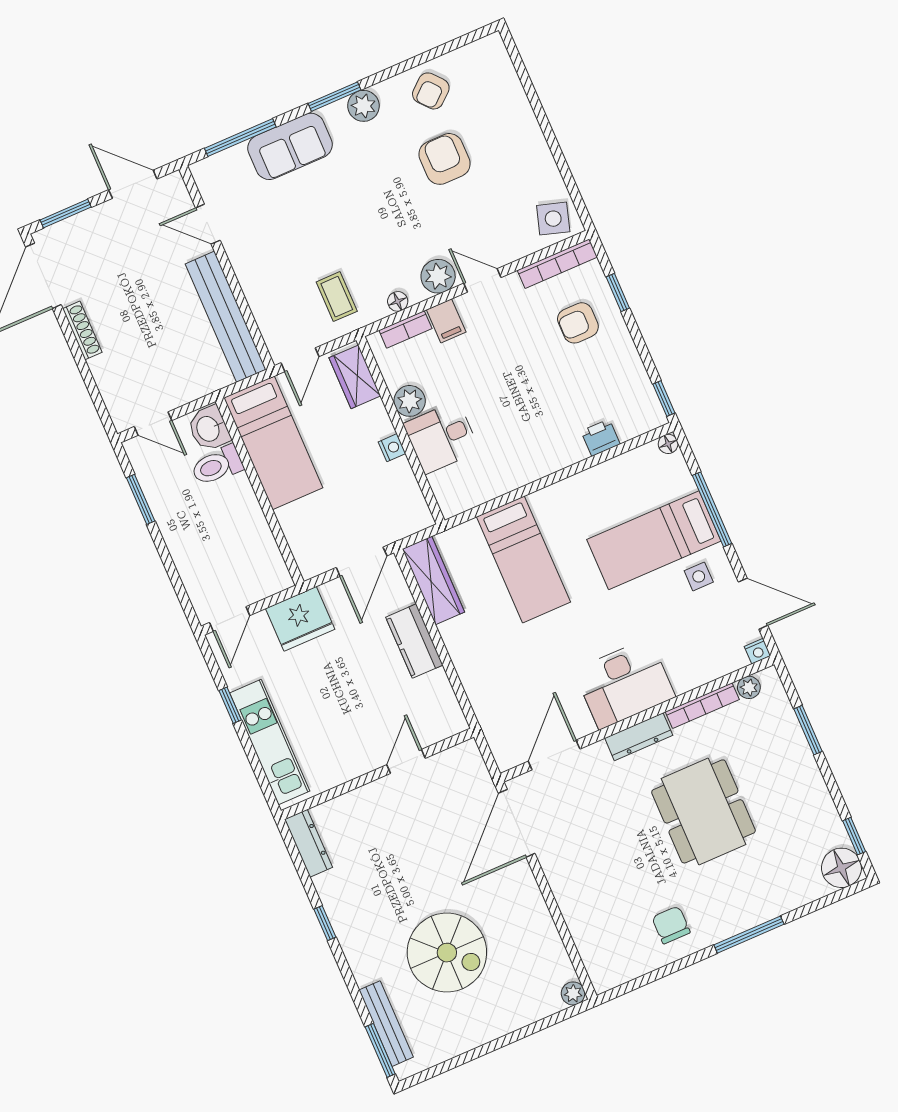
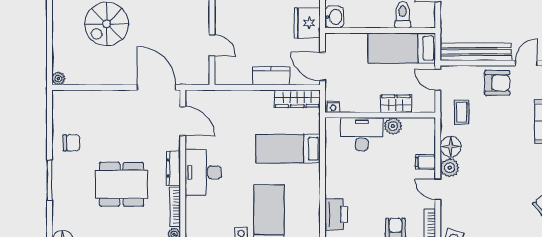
armchair: (445, 159) -> (497, 83), moved
door: (482, 280) -> (438, 189), swing flipped
coffee table: (337, 297) -> (462, 112), turned 90
floor lamp: (398, 301) -> (451, 147), width x1.89, depth x1.89
bookcase: (405, 329) -> (430, 140), removed
wardrobe: (355, 377) -> (396, 104), moved
washbasin: (209, 429) -> (334, 17), moved, turned 90
desk: (441, 437) -> (362, 134), width x1.37
printer: (601, 438) -> (336, 214), width x1.87, depth x1.48
nightstand: (392, 448) -> (333, 107), moved

